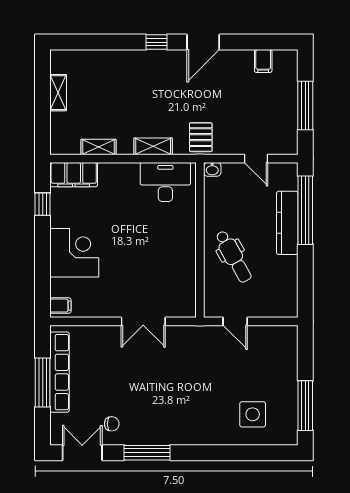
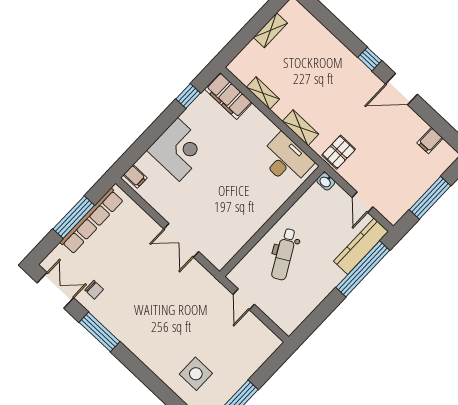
kitchen counter: (287, 223) -> (361, 246), moved

